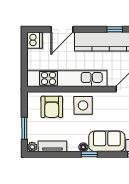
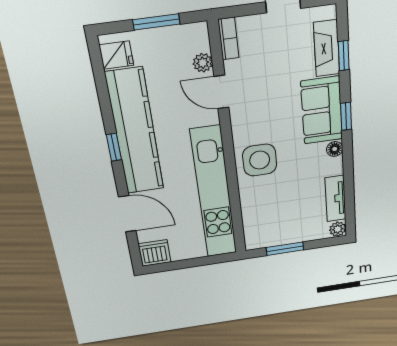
window: (115, 29) -> (114, 147), moved
armchair: (52, 107) -> (267, 210), removed
window: (24, 128) -> (285, 249), moved
window: (89, 154) -> (346, 116), moved

